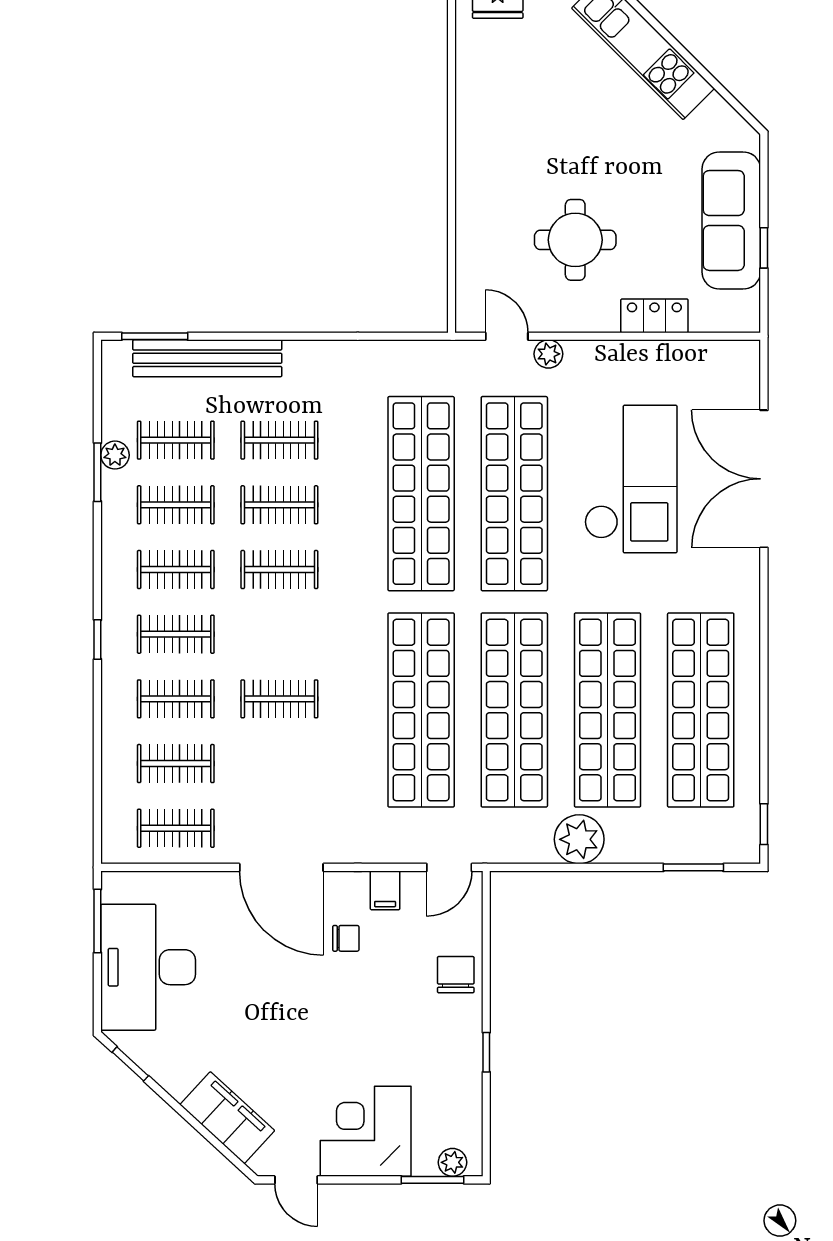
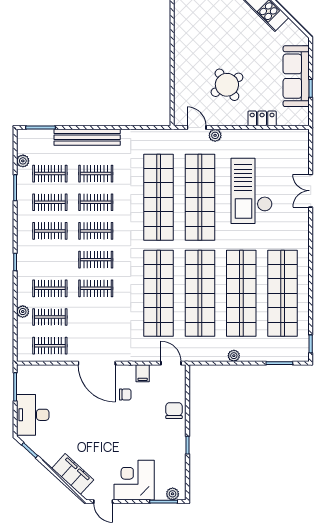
round table: (575, 240) -> (227, 85), turned -33
bench: (207, 358) -> (87, 137), moved
plant: (115, 455) -> (23, 161), moved
checkout: (631, 479) -> (252, 191), turned 180
double door: (764, 479) -> (311, 191), width x0.54
clothes rail: (176, 634) -> (96, 260), moved
plant: (115, 751) -> (23, 312), added
plant: (579, 839) -> (234, 356), width x0.53, depth x0.53
door: (449, 867) -> (171, 363), swing flipped
desk: (148, 967) -> (33, 415), width x0.73, depth x0.77

